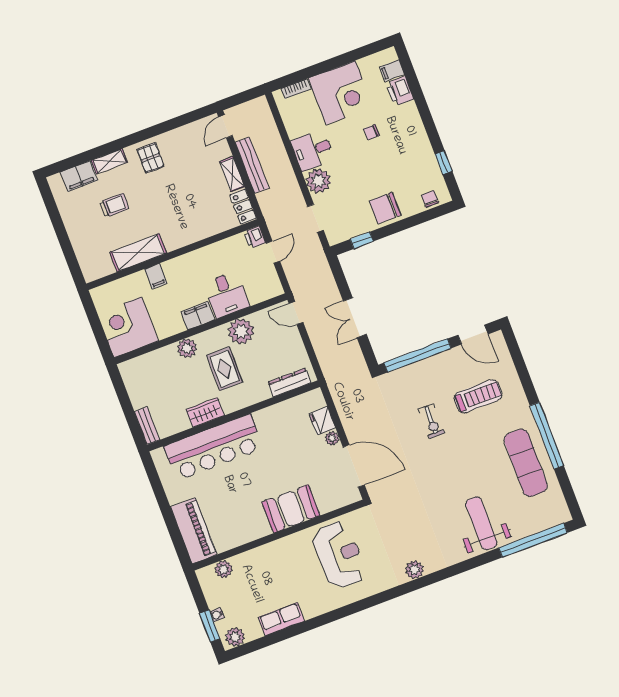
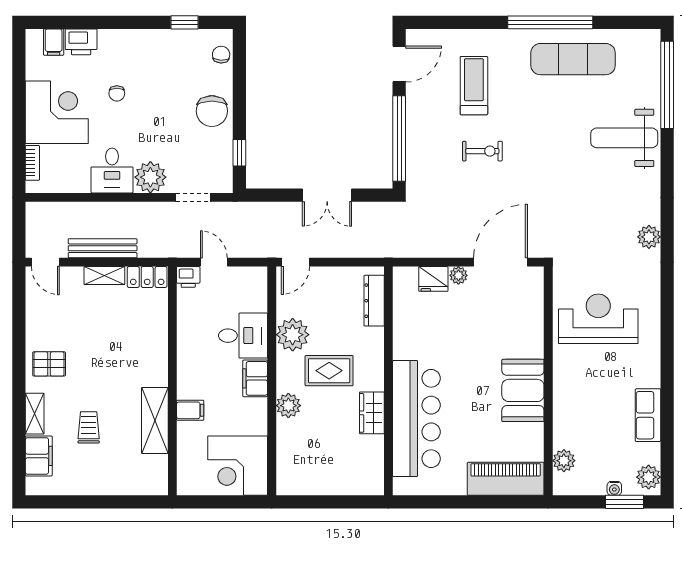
chair: (430, 199) -> (221, 55), turned 93
bench: (147, 426) -> (362, 487), removed
booth: (291, 509) -> (523, 390), moved

